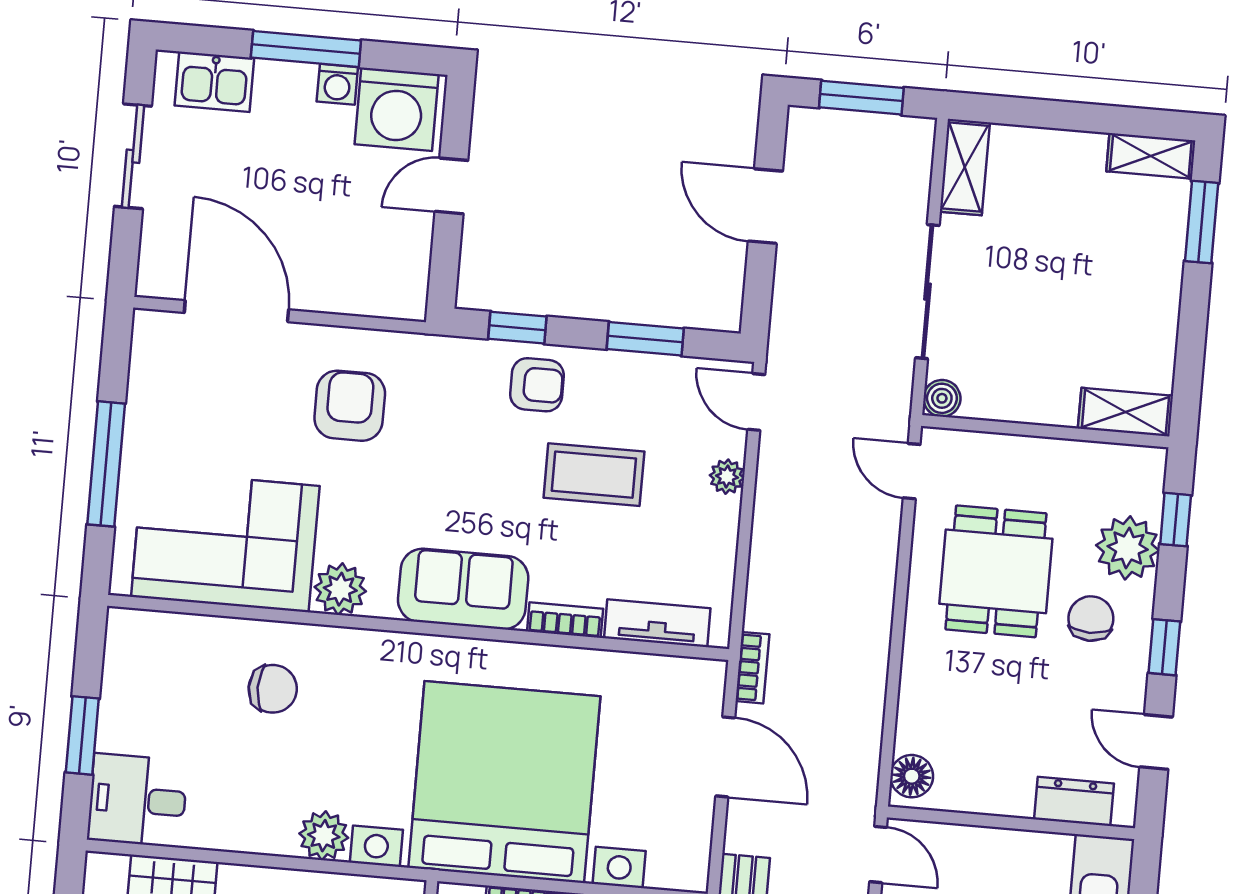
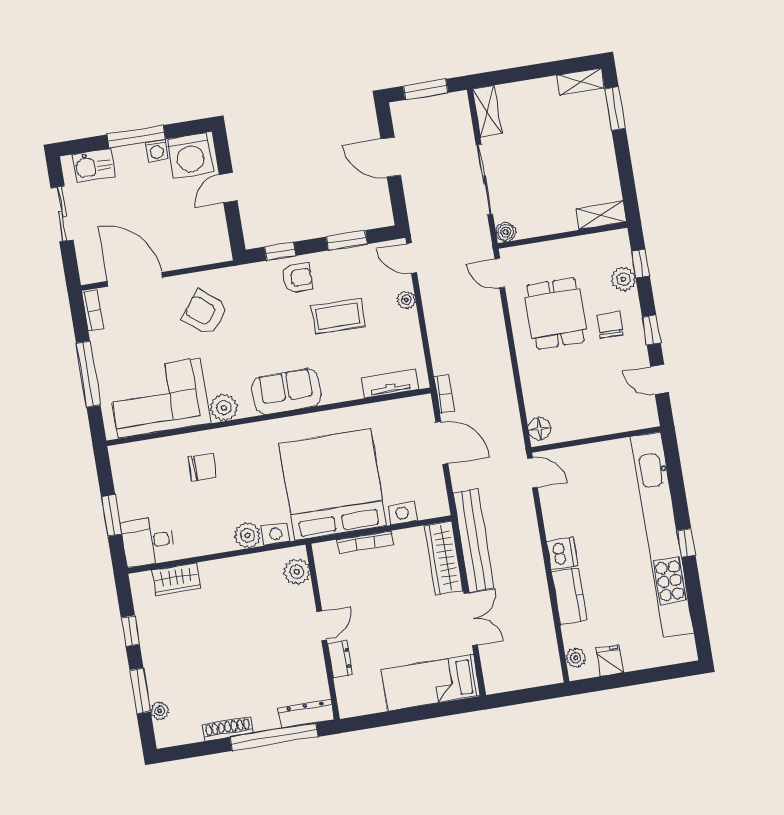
armchair: (350, 406) -> (205, 313), turned -51
plant: (1128, 548) -> (623, 279), width x0.73, depth x0.73
bookcase: (565, 620) -> (93, 310), moved, turned 90
dresser: (1074, 801) -> (625, 420), removed

